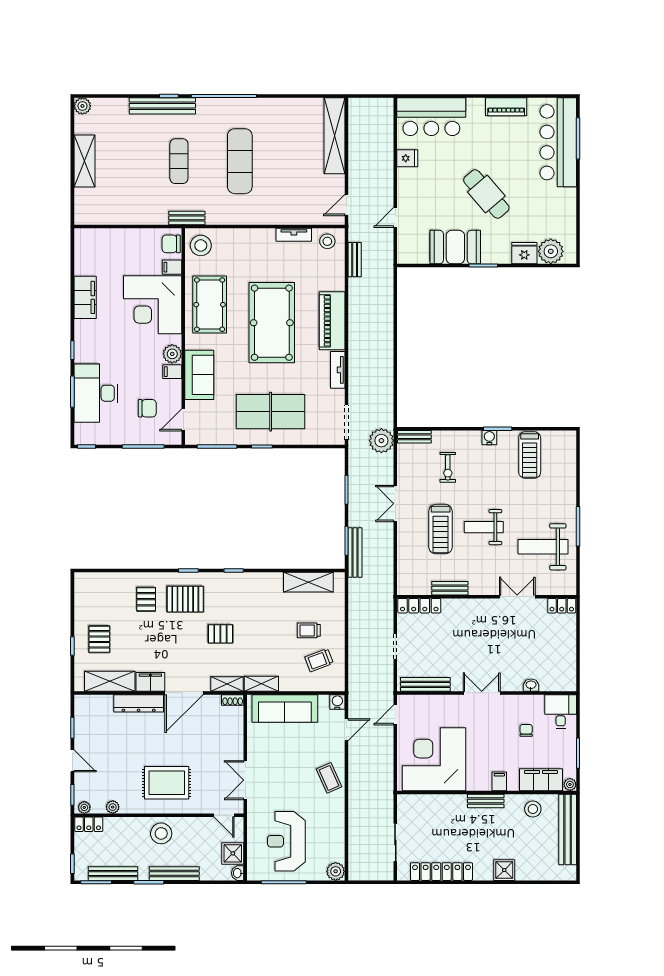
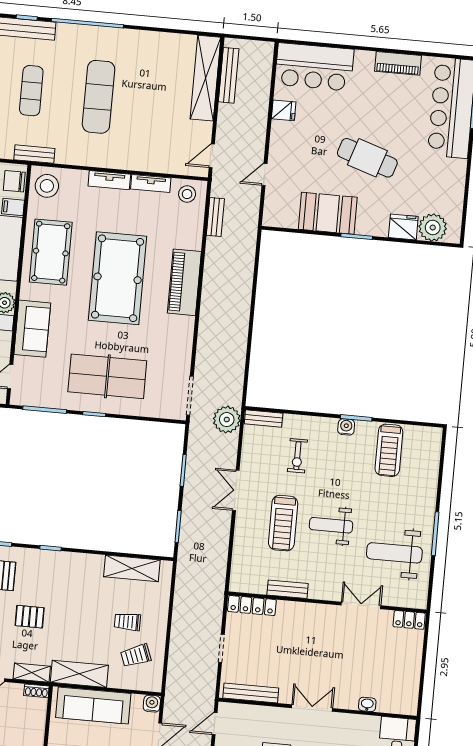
cafe table: (486, 194) -> (367, 158), turned -31
tv unit: (338, 370) -> (109, 180), moved, turned -90
bench: (355, 553) -> (229, 75), moved
shelving: (261, 684) -> (79, 674), width x1.50, depth x1.33

